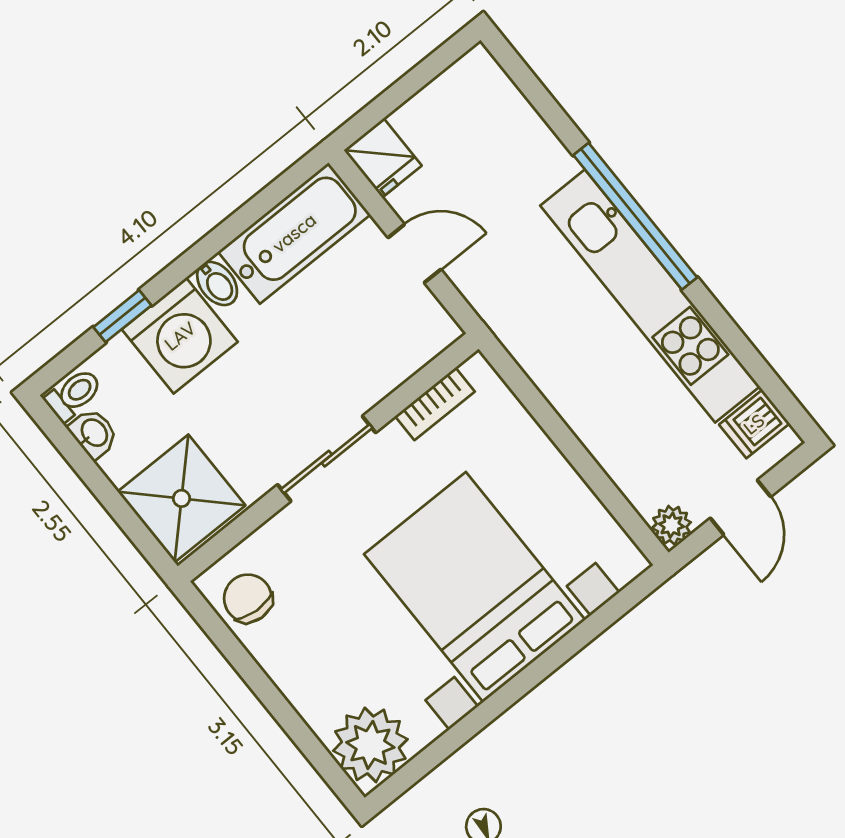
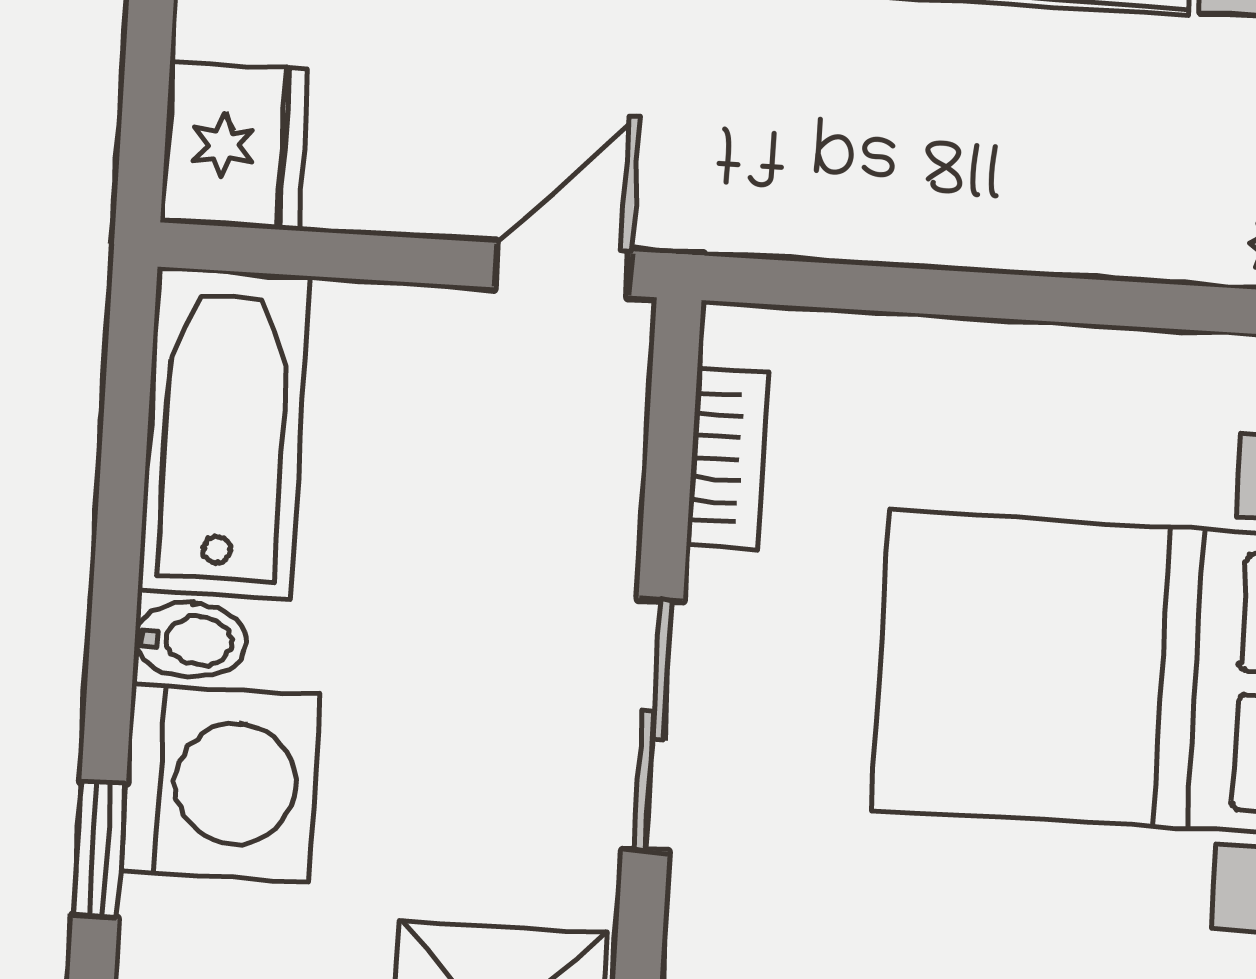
fridge: (383, 158) -> (234, 146), width x1.38
door: (414, 253) -> (562, 269), moved

